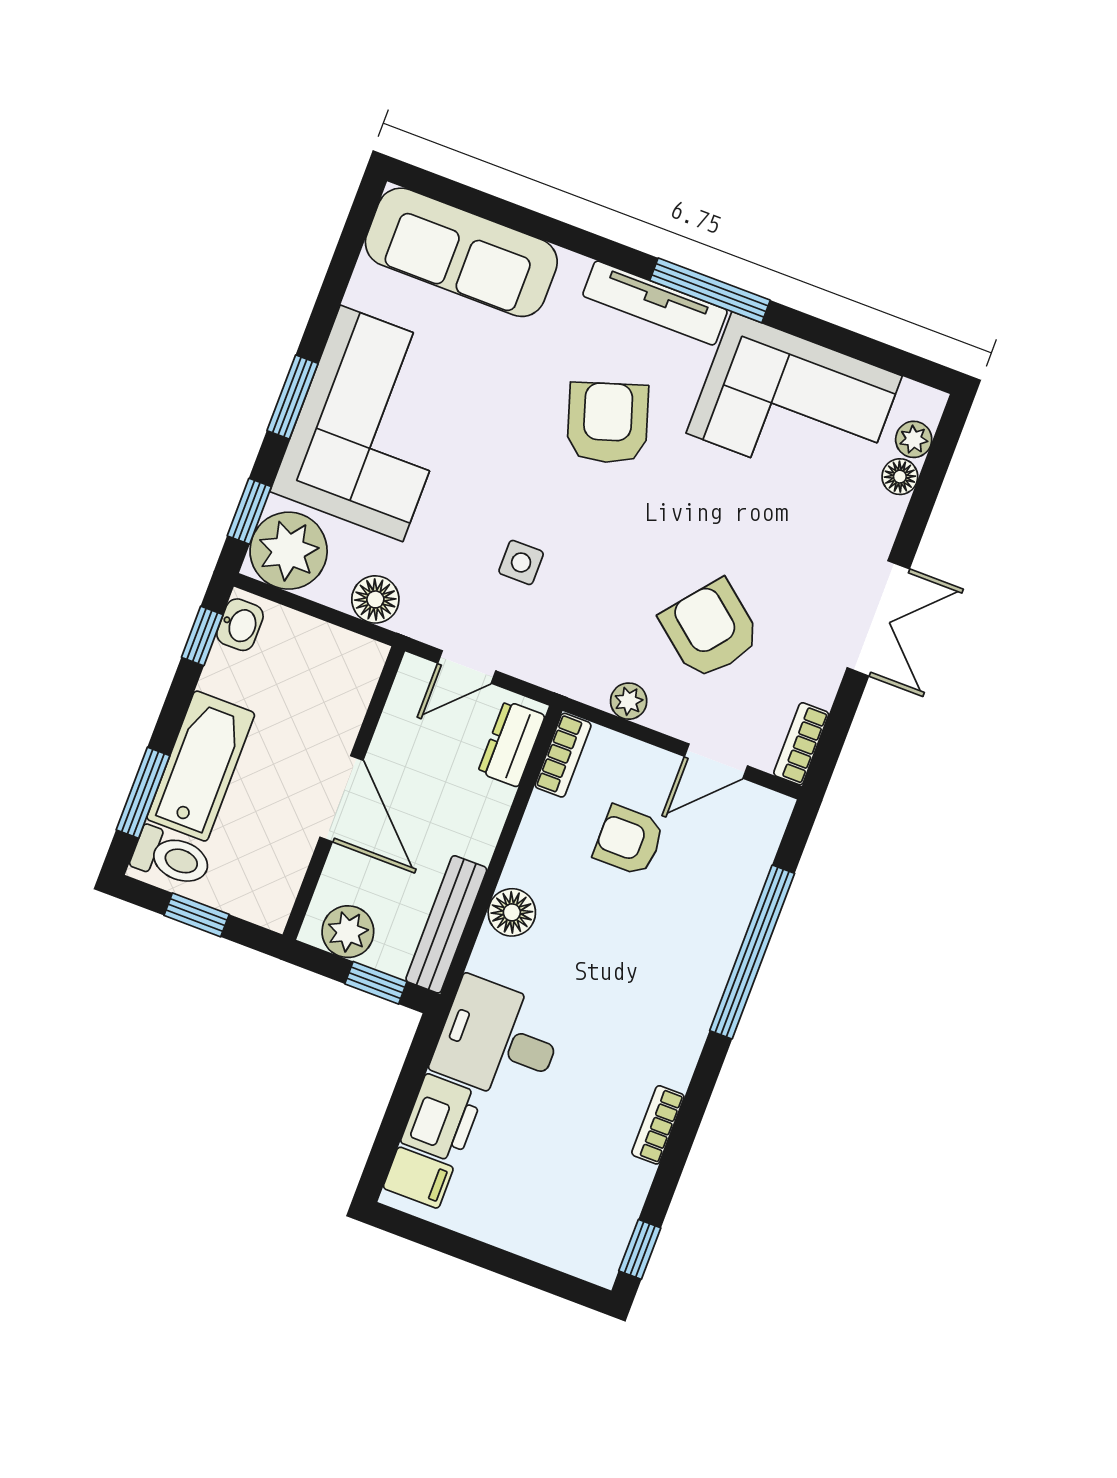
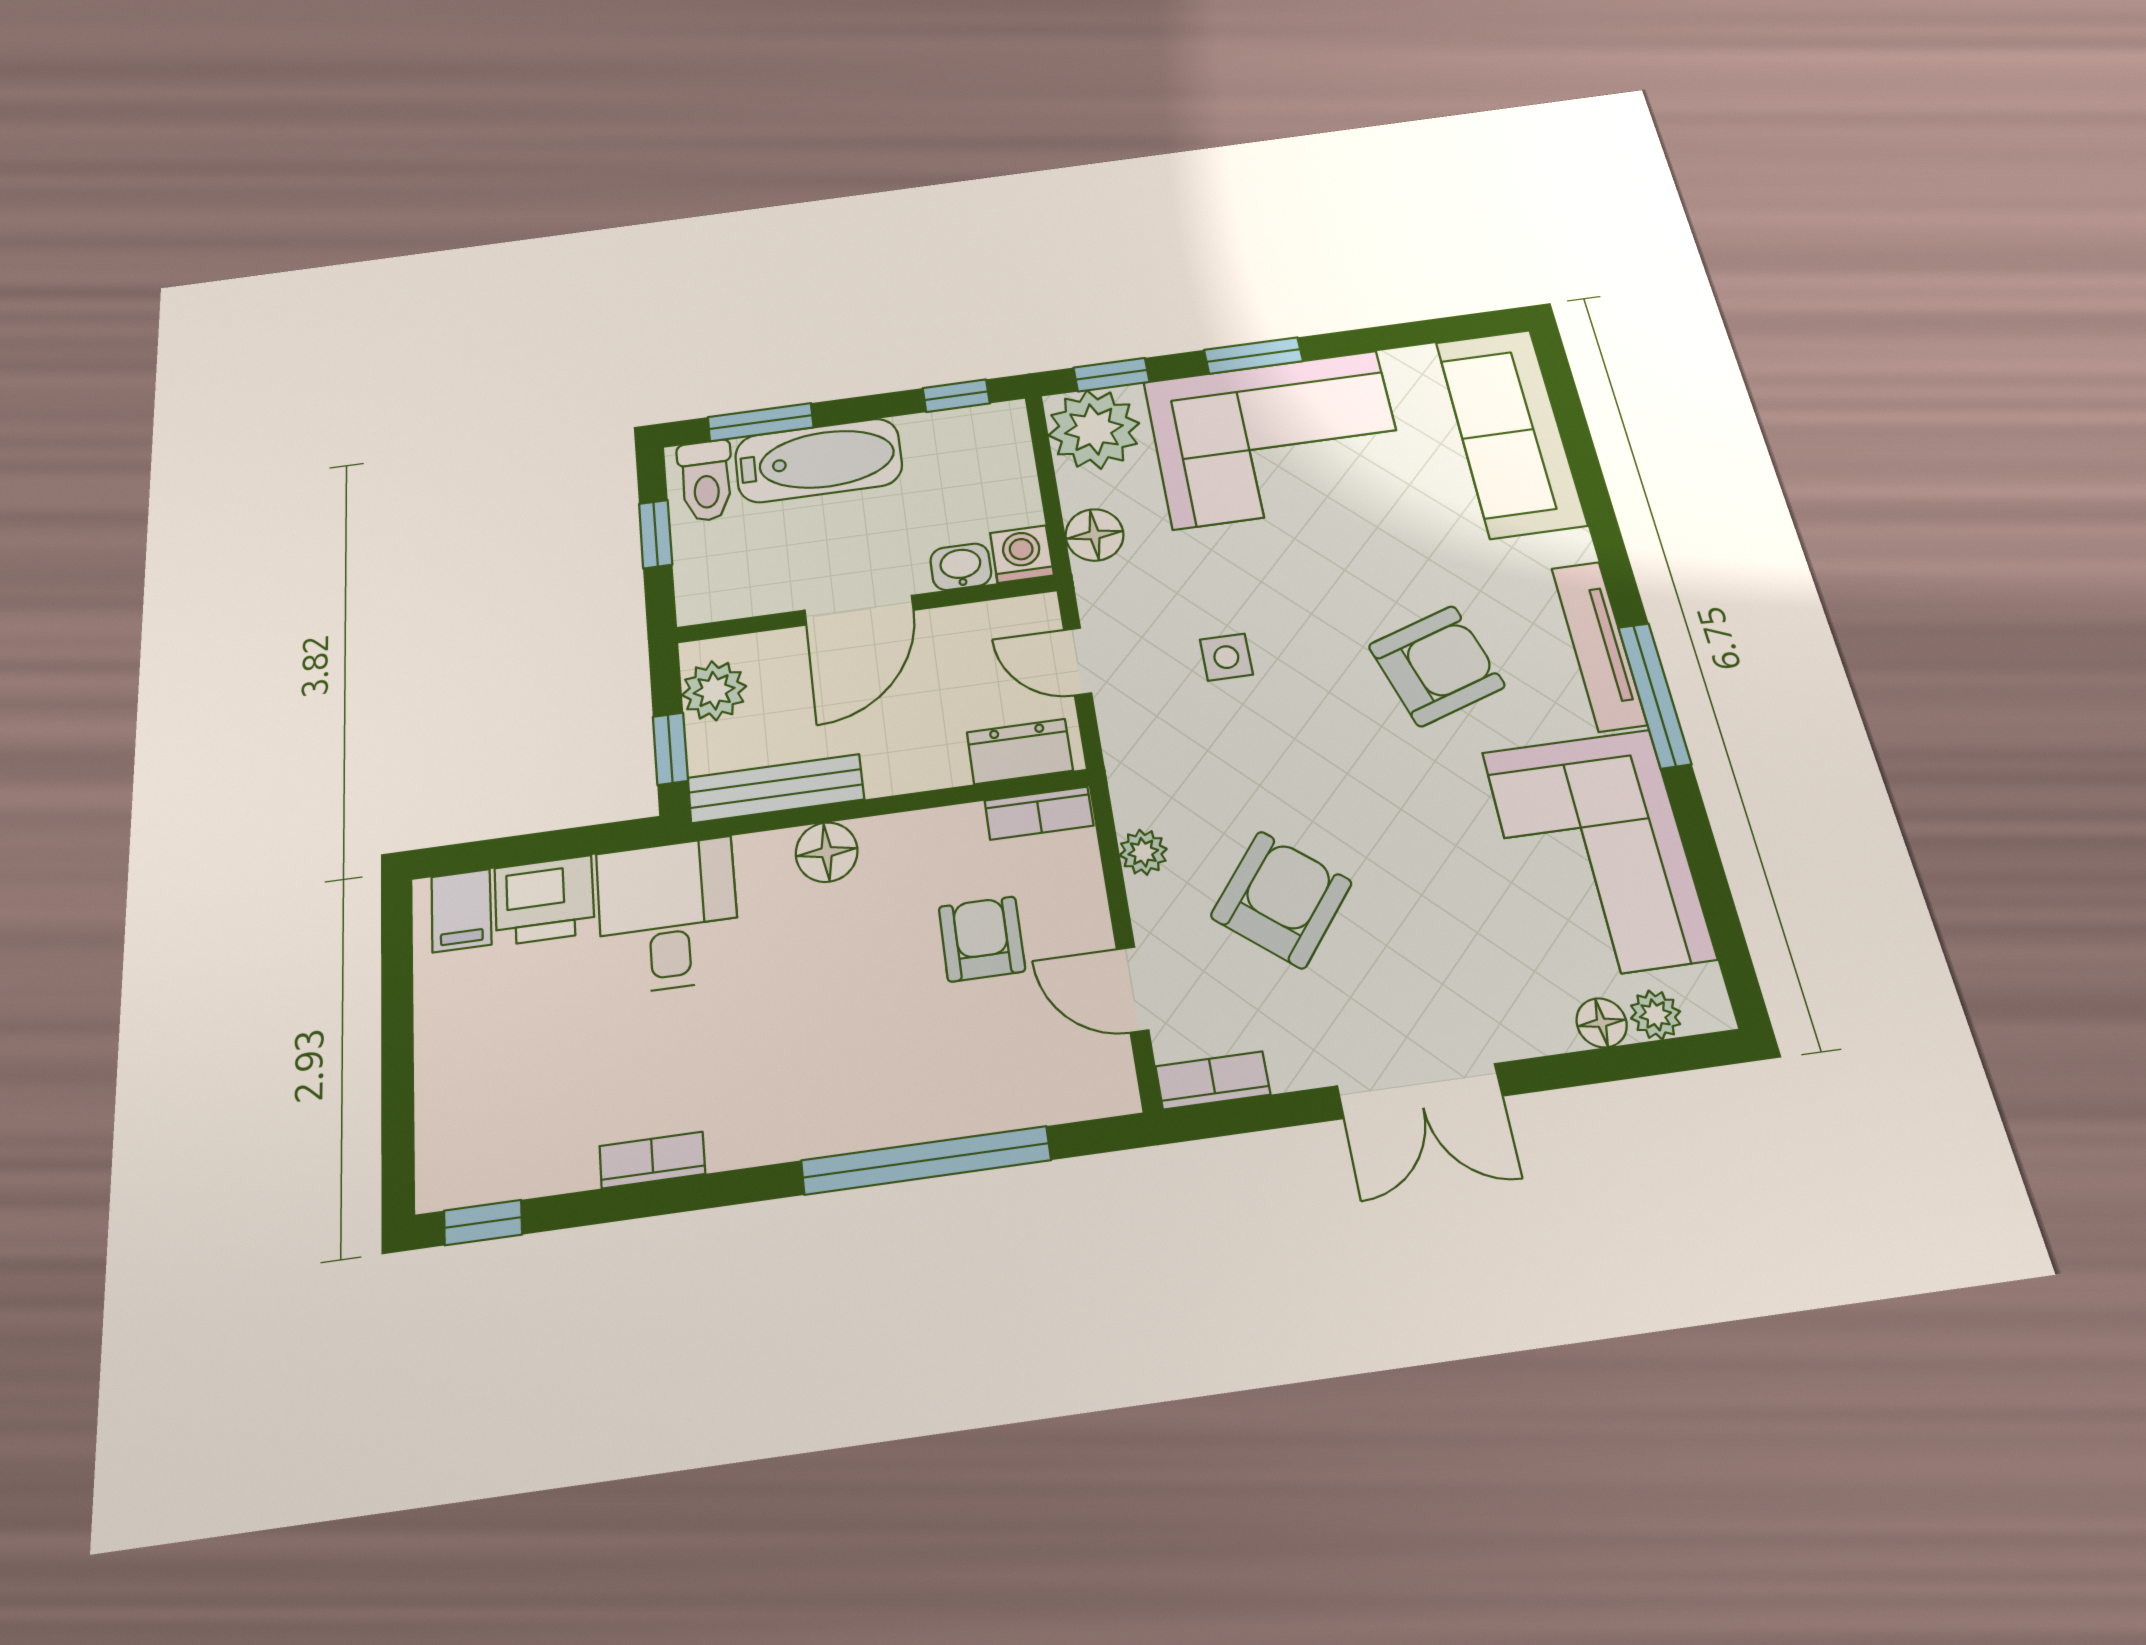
washbasin: (240, 625) -> (961, 567), moved, turned 180
washing machine: (362, 660) -> (1022, 554), added

